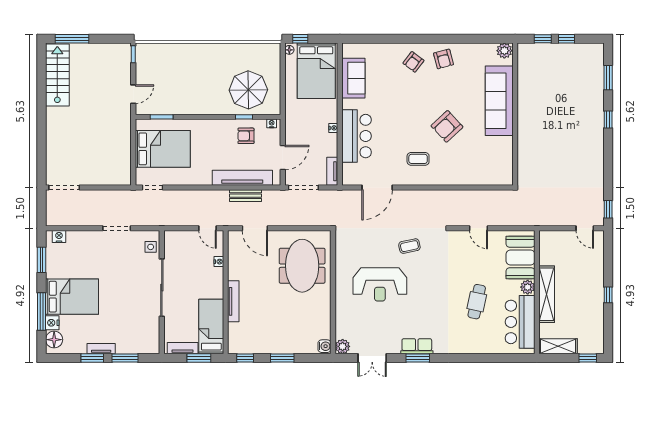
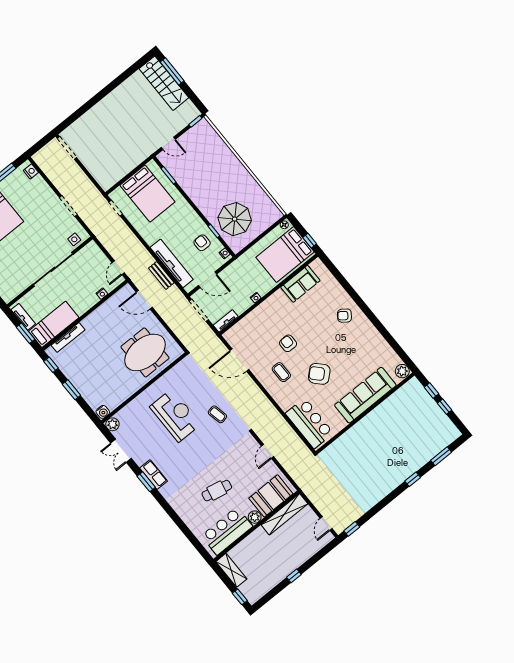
window: (300, 39) -> (310, 241), moved
armchair: (443, 59) -> (288, 343), moved, turned 105
stairs: (57, 75) -> (164, 83), moved, turned 90
bar counter: (357, 136) -> (309, 423), moved, turned -90
door: (255, 228) -> (144, 300), hinge flipped
reception desk: (380, 284) -> (175, 415), turned 180
shelving: (547, 294) -> (284, 514), moved
tv unit: (233, 301) -> (68, 337), moved

